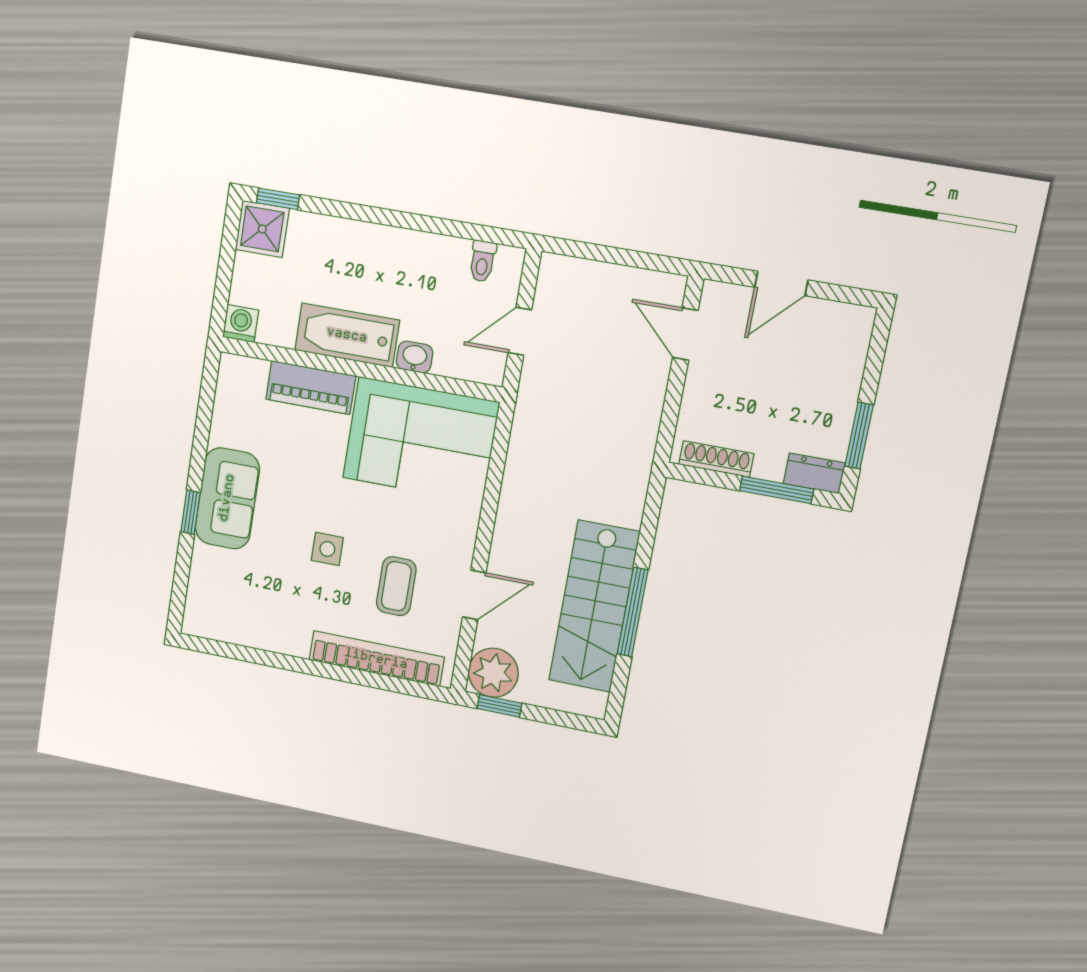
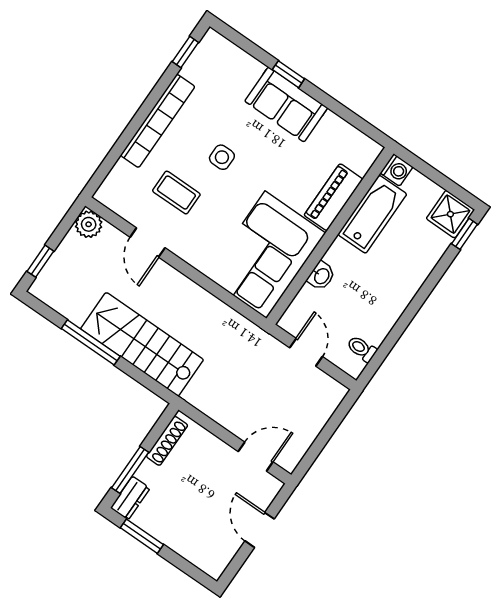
bathtub: (347, 335) -> (372, 214), moved
stairs: (594, 606) -> (142, 344), moved
window: (224, 649) -> (185, 52), added
bookcase: (376, 659) -> (158, 121), moved
plant: (493, 673) -> (89, 224), width x0.73, depth x0.73
window: (499, 706) -> (40, 261), moved

